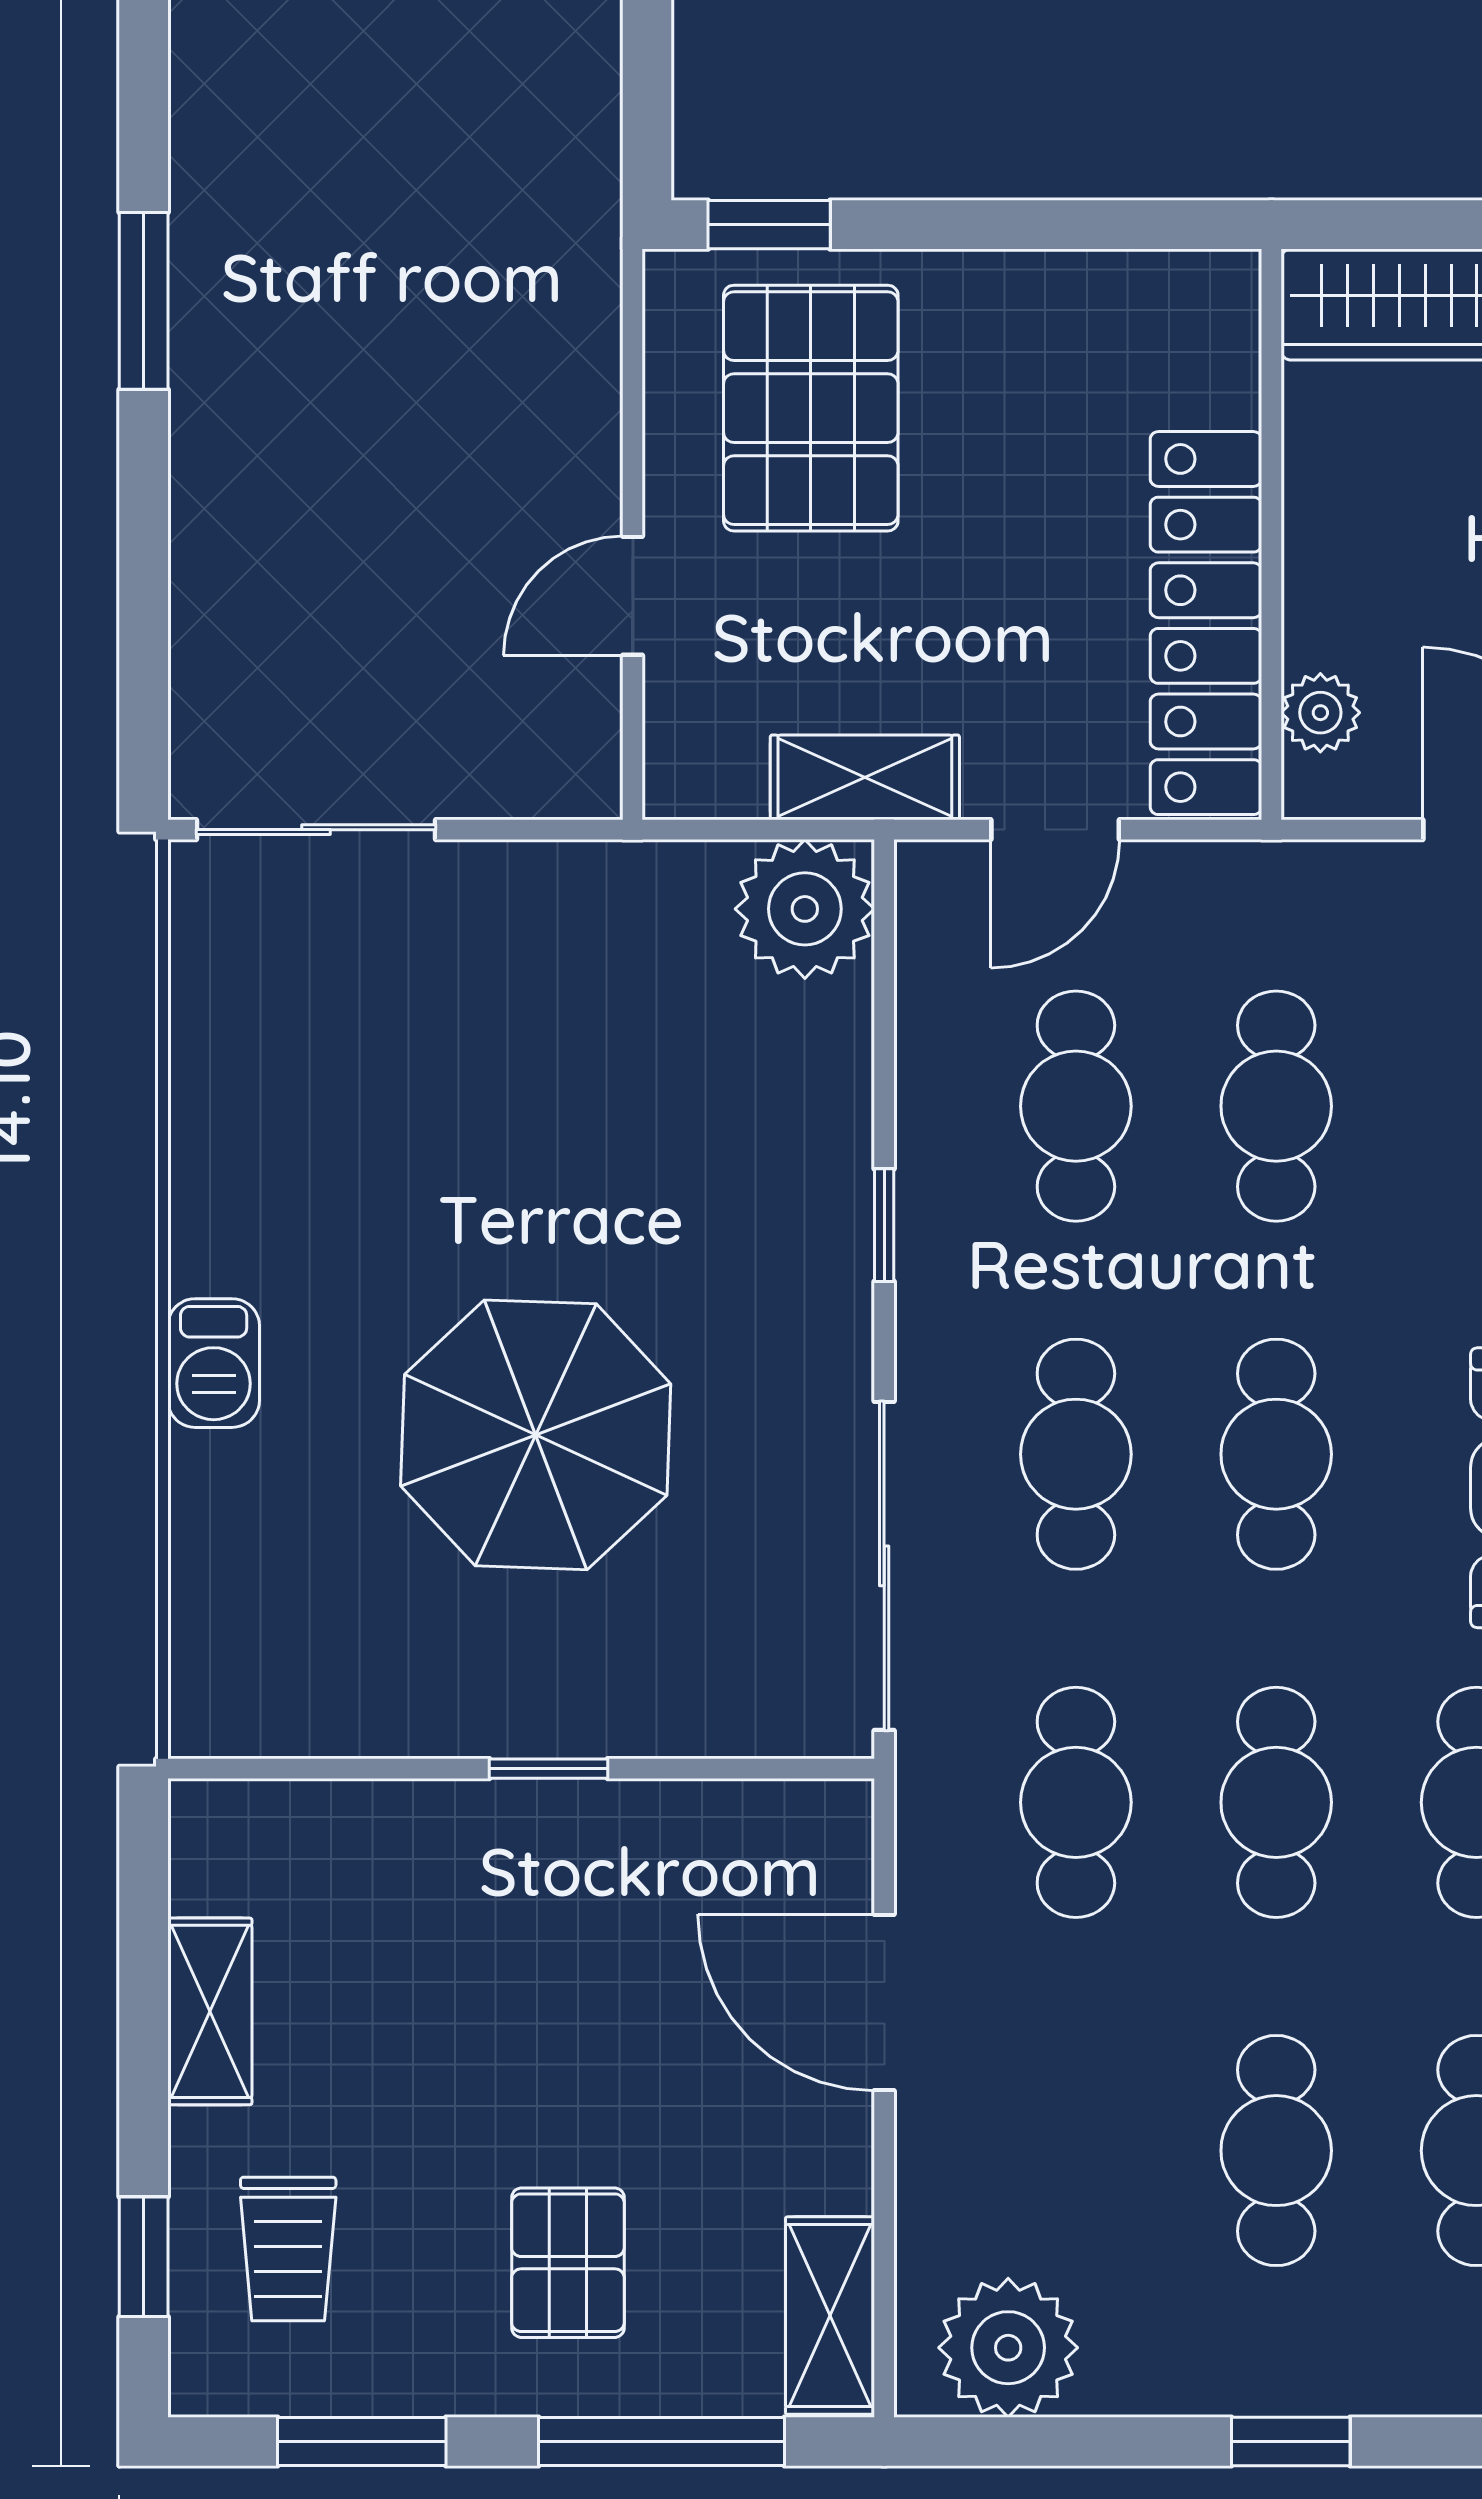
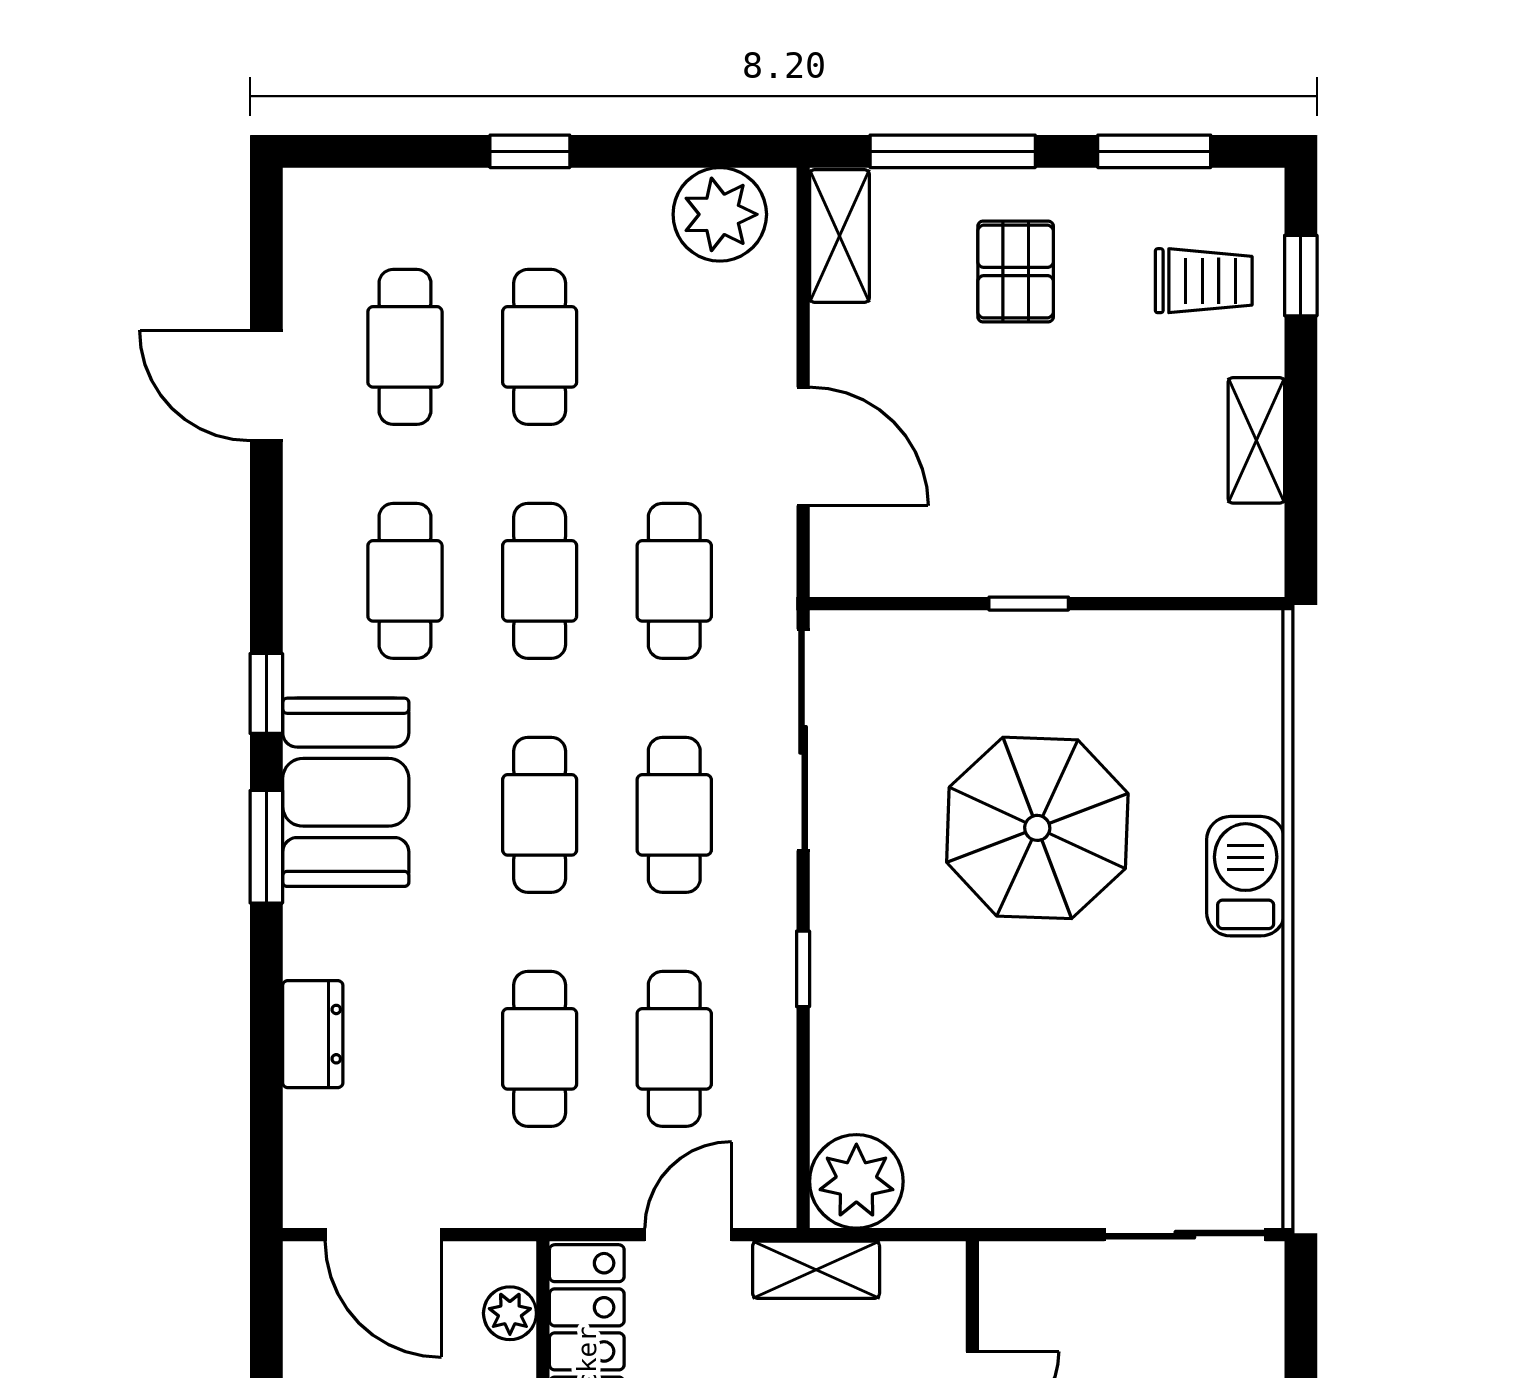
barbecue: (214, 1363) -> (1246, 876), width x1.38, depth x1.27
trolley: (288, 2249) -> (1204, 281), turned 90

